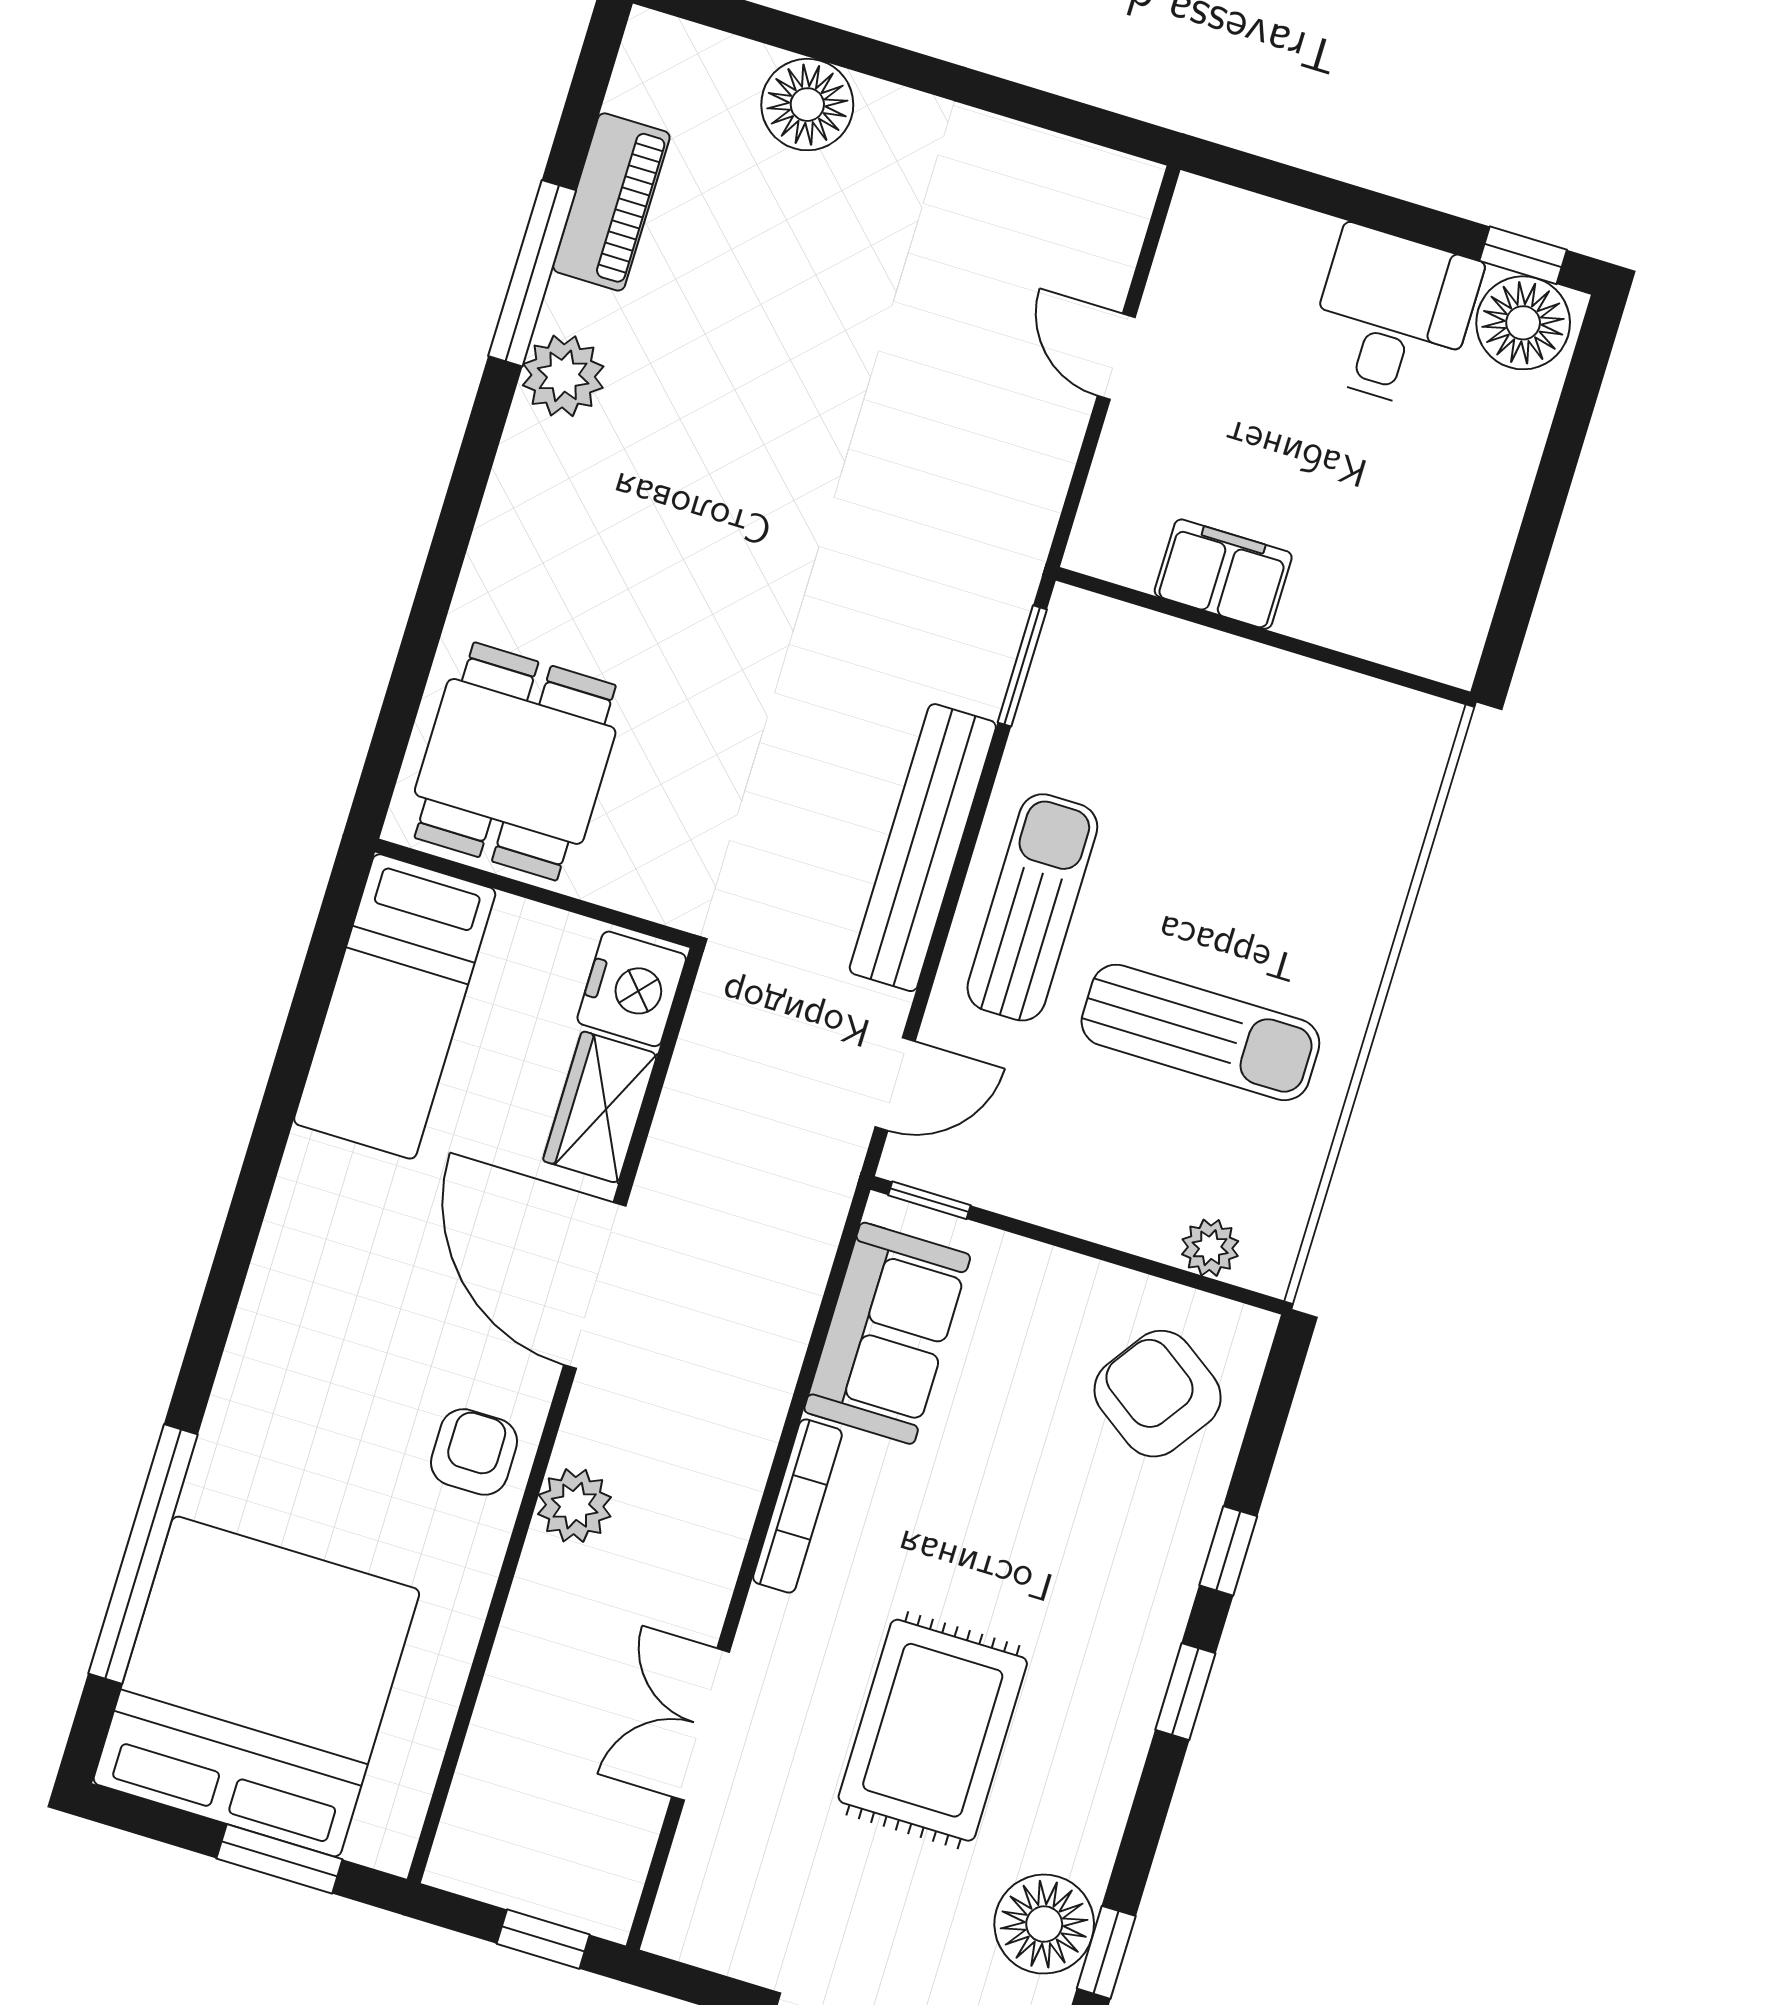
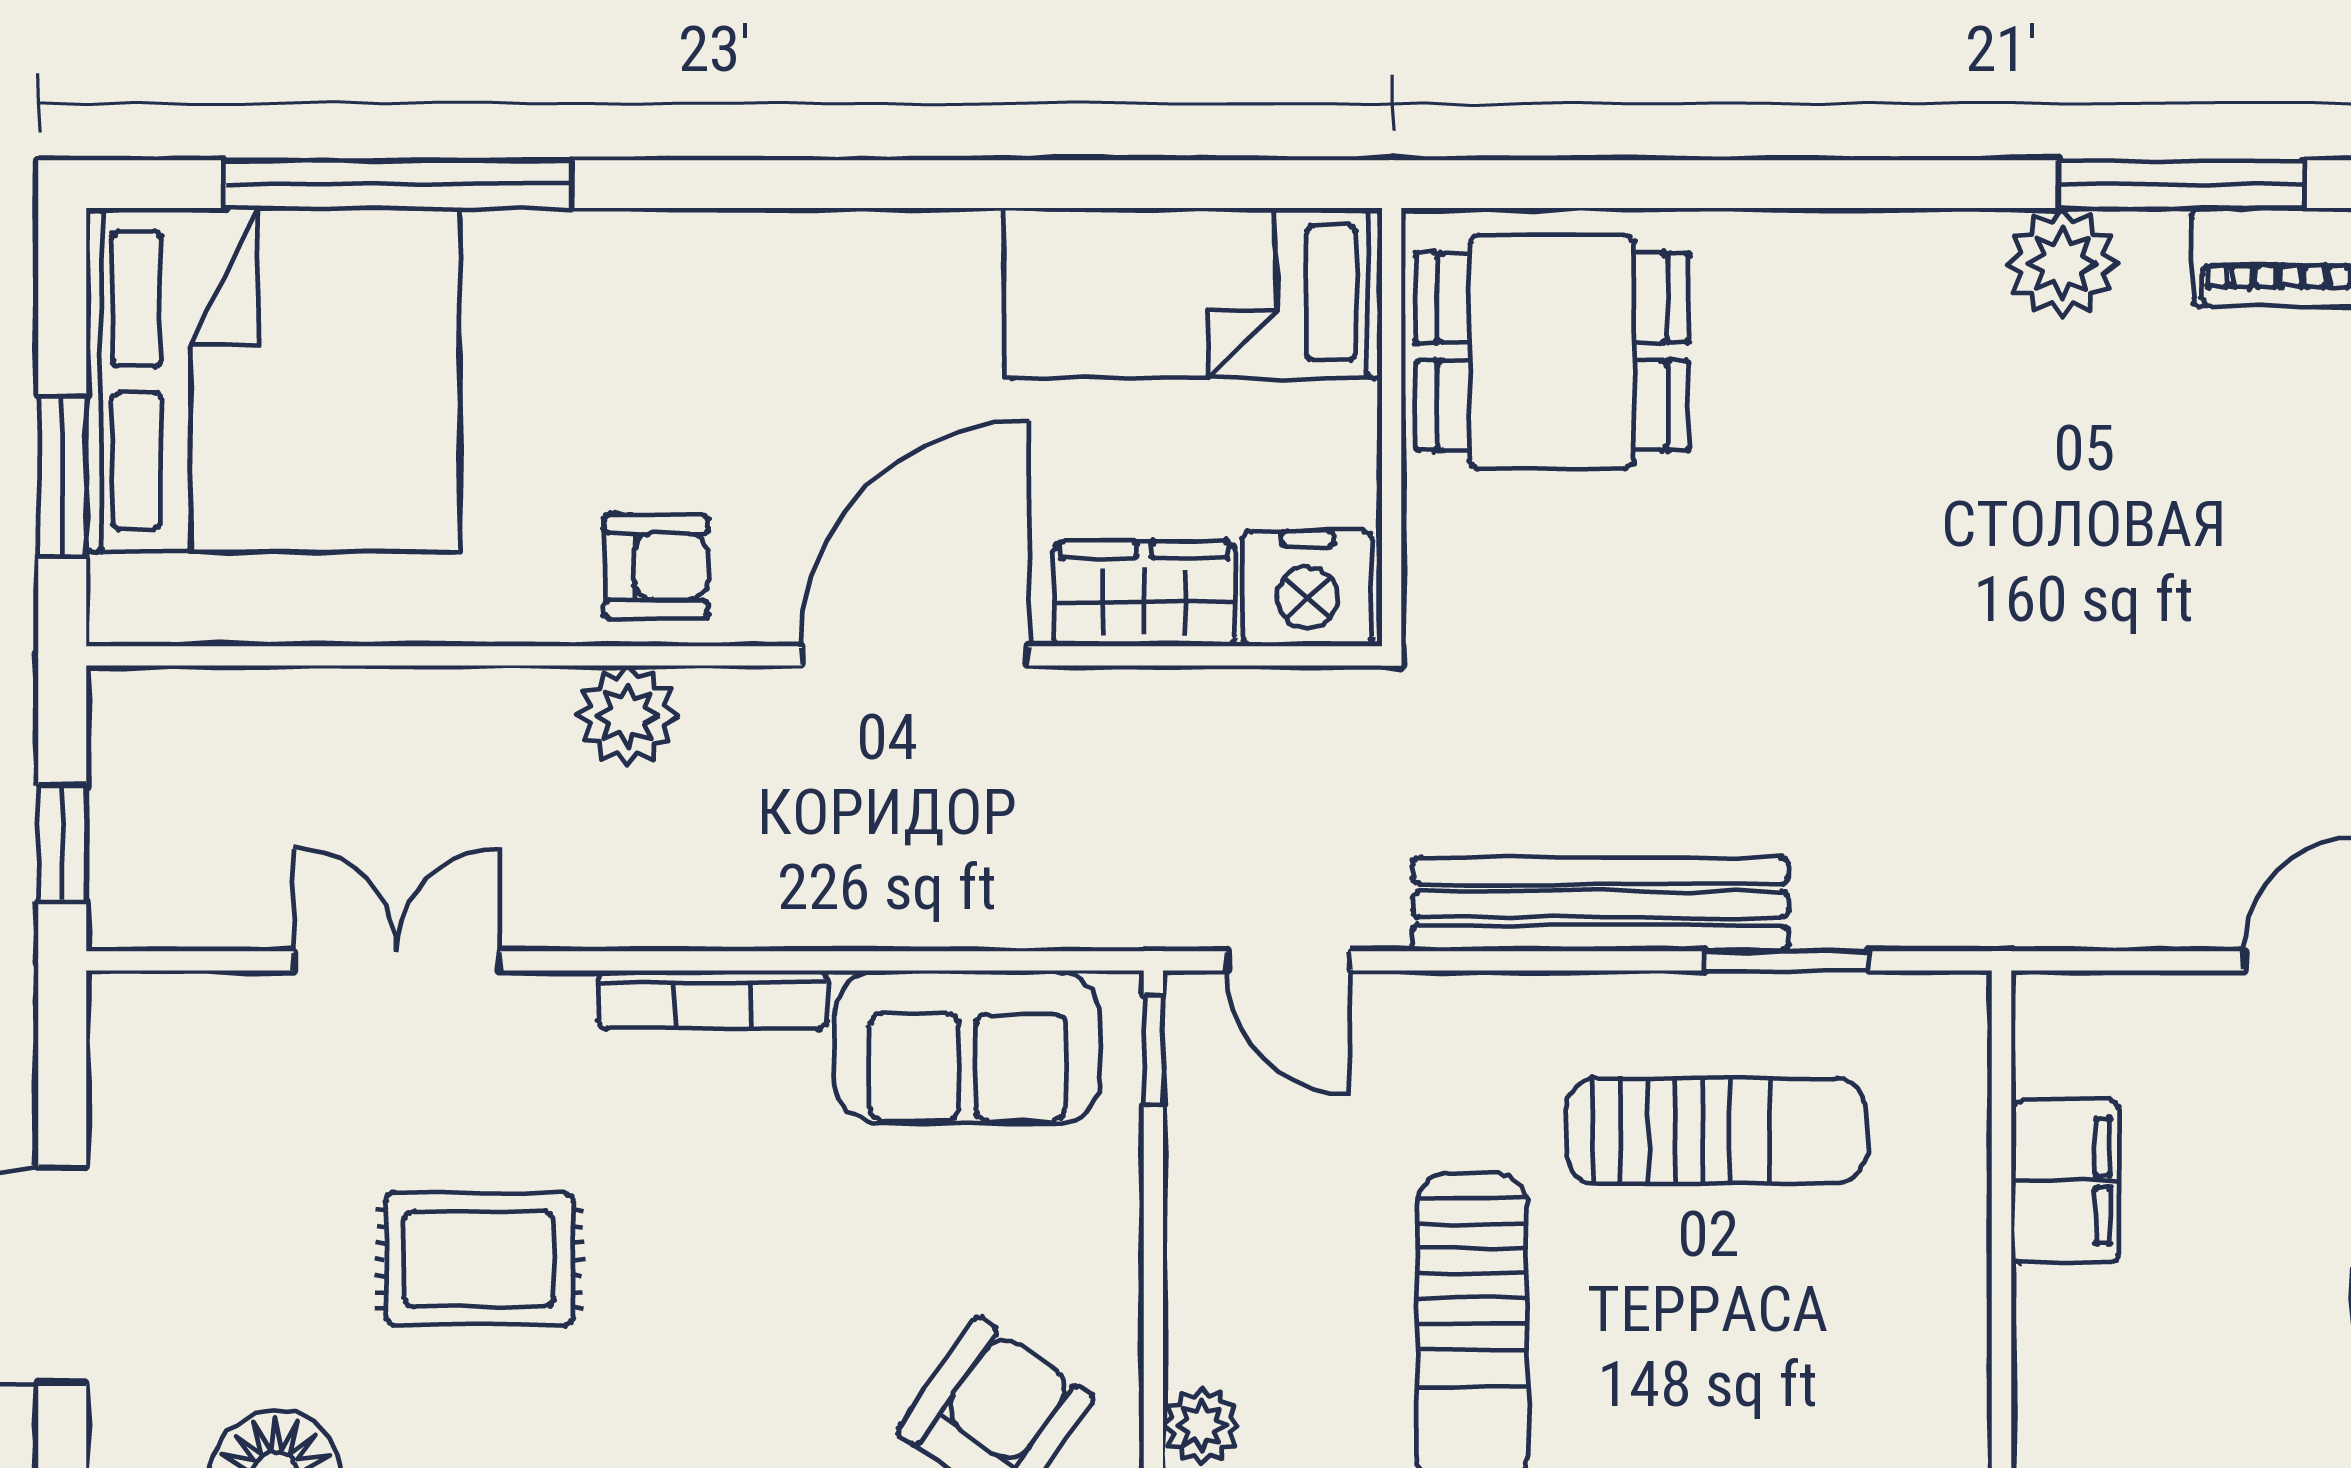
window: (1022, 666) -> (1787, 961), moved
sun lounger: (1032, 907) -> (1716, 1131), moved
rug: (933, 1730) -> (479, 1259), width x0.73, depth x0.70

